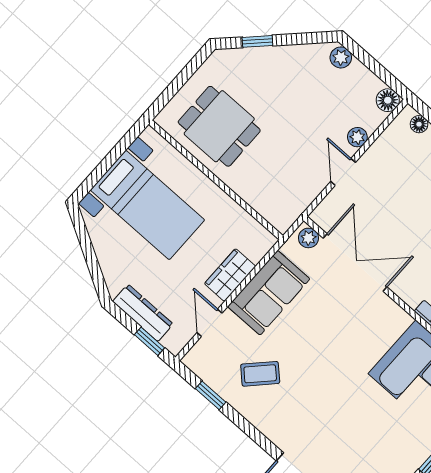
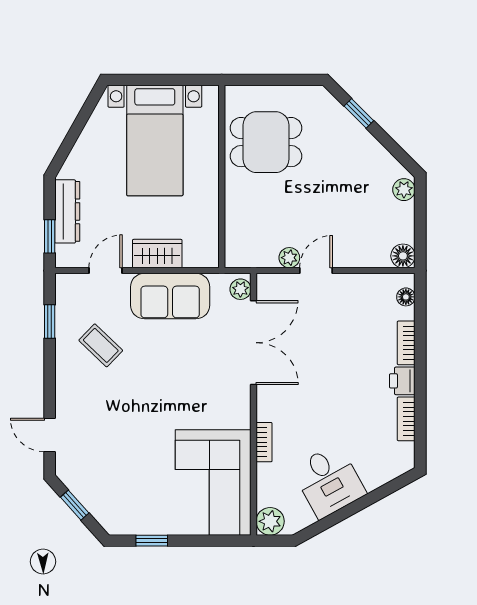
dining table: (219, 126) -> (266, 142), turned 90
plant: (357, 137) -> (289, 258), moved

